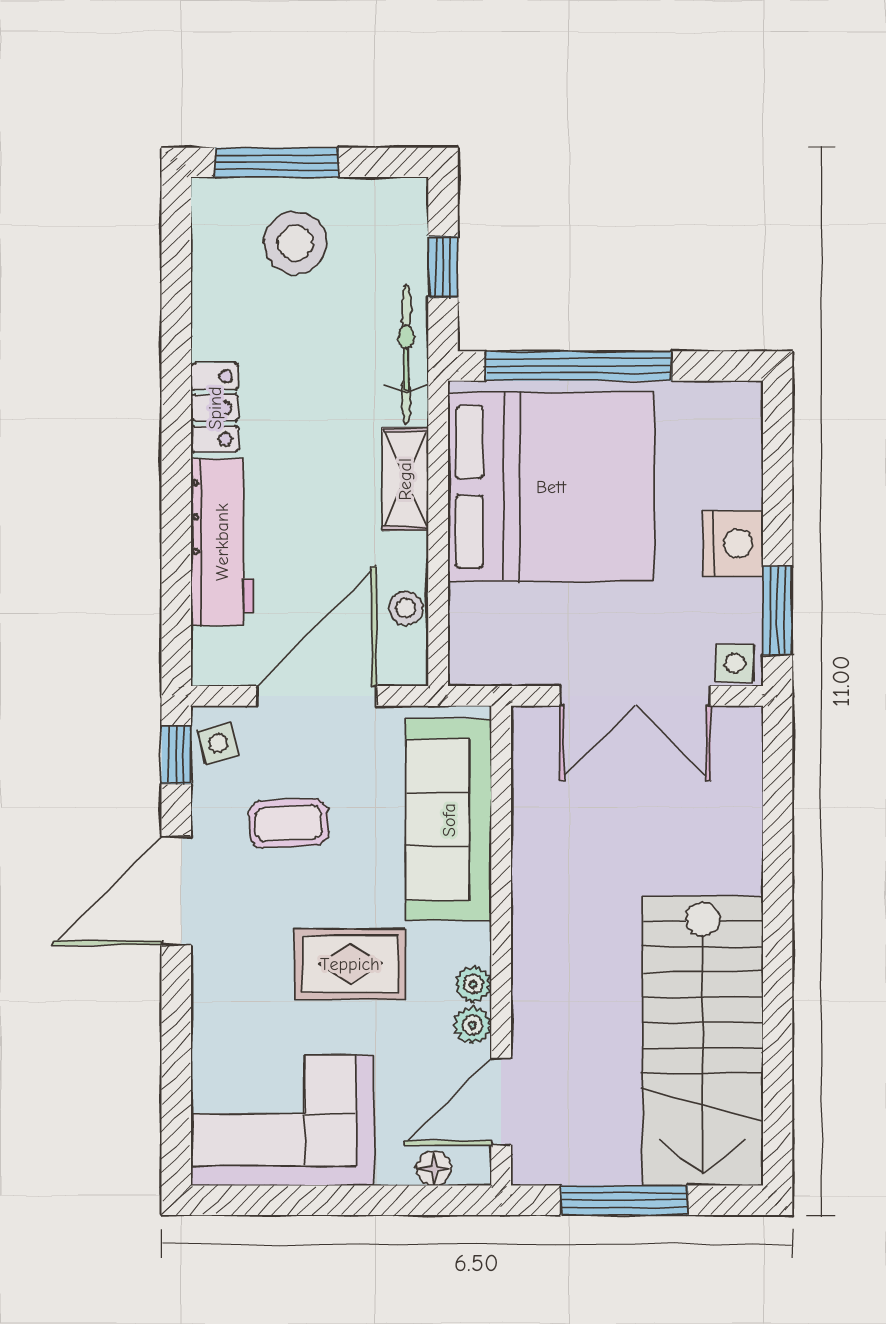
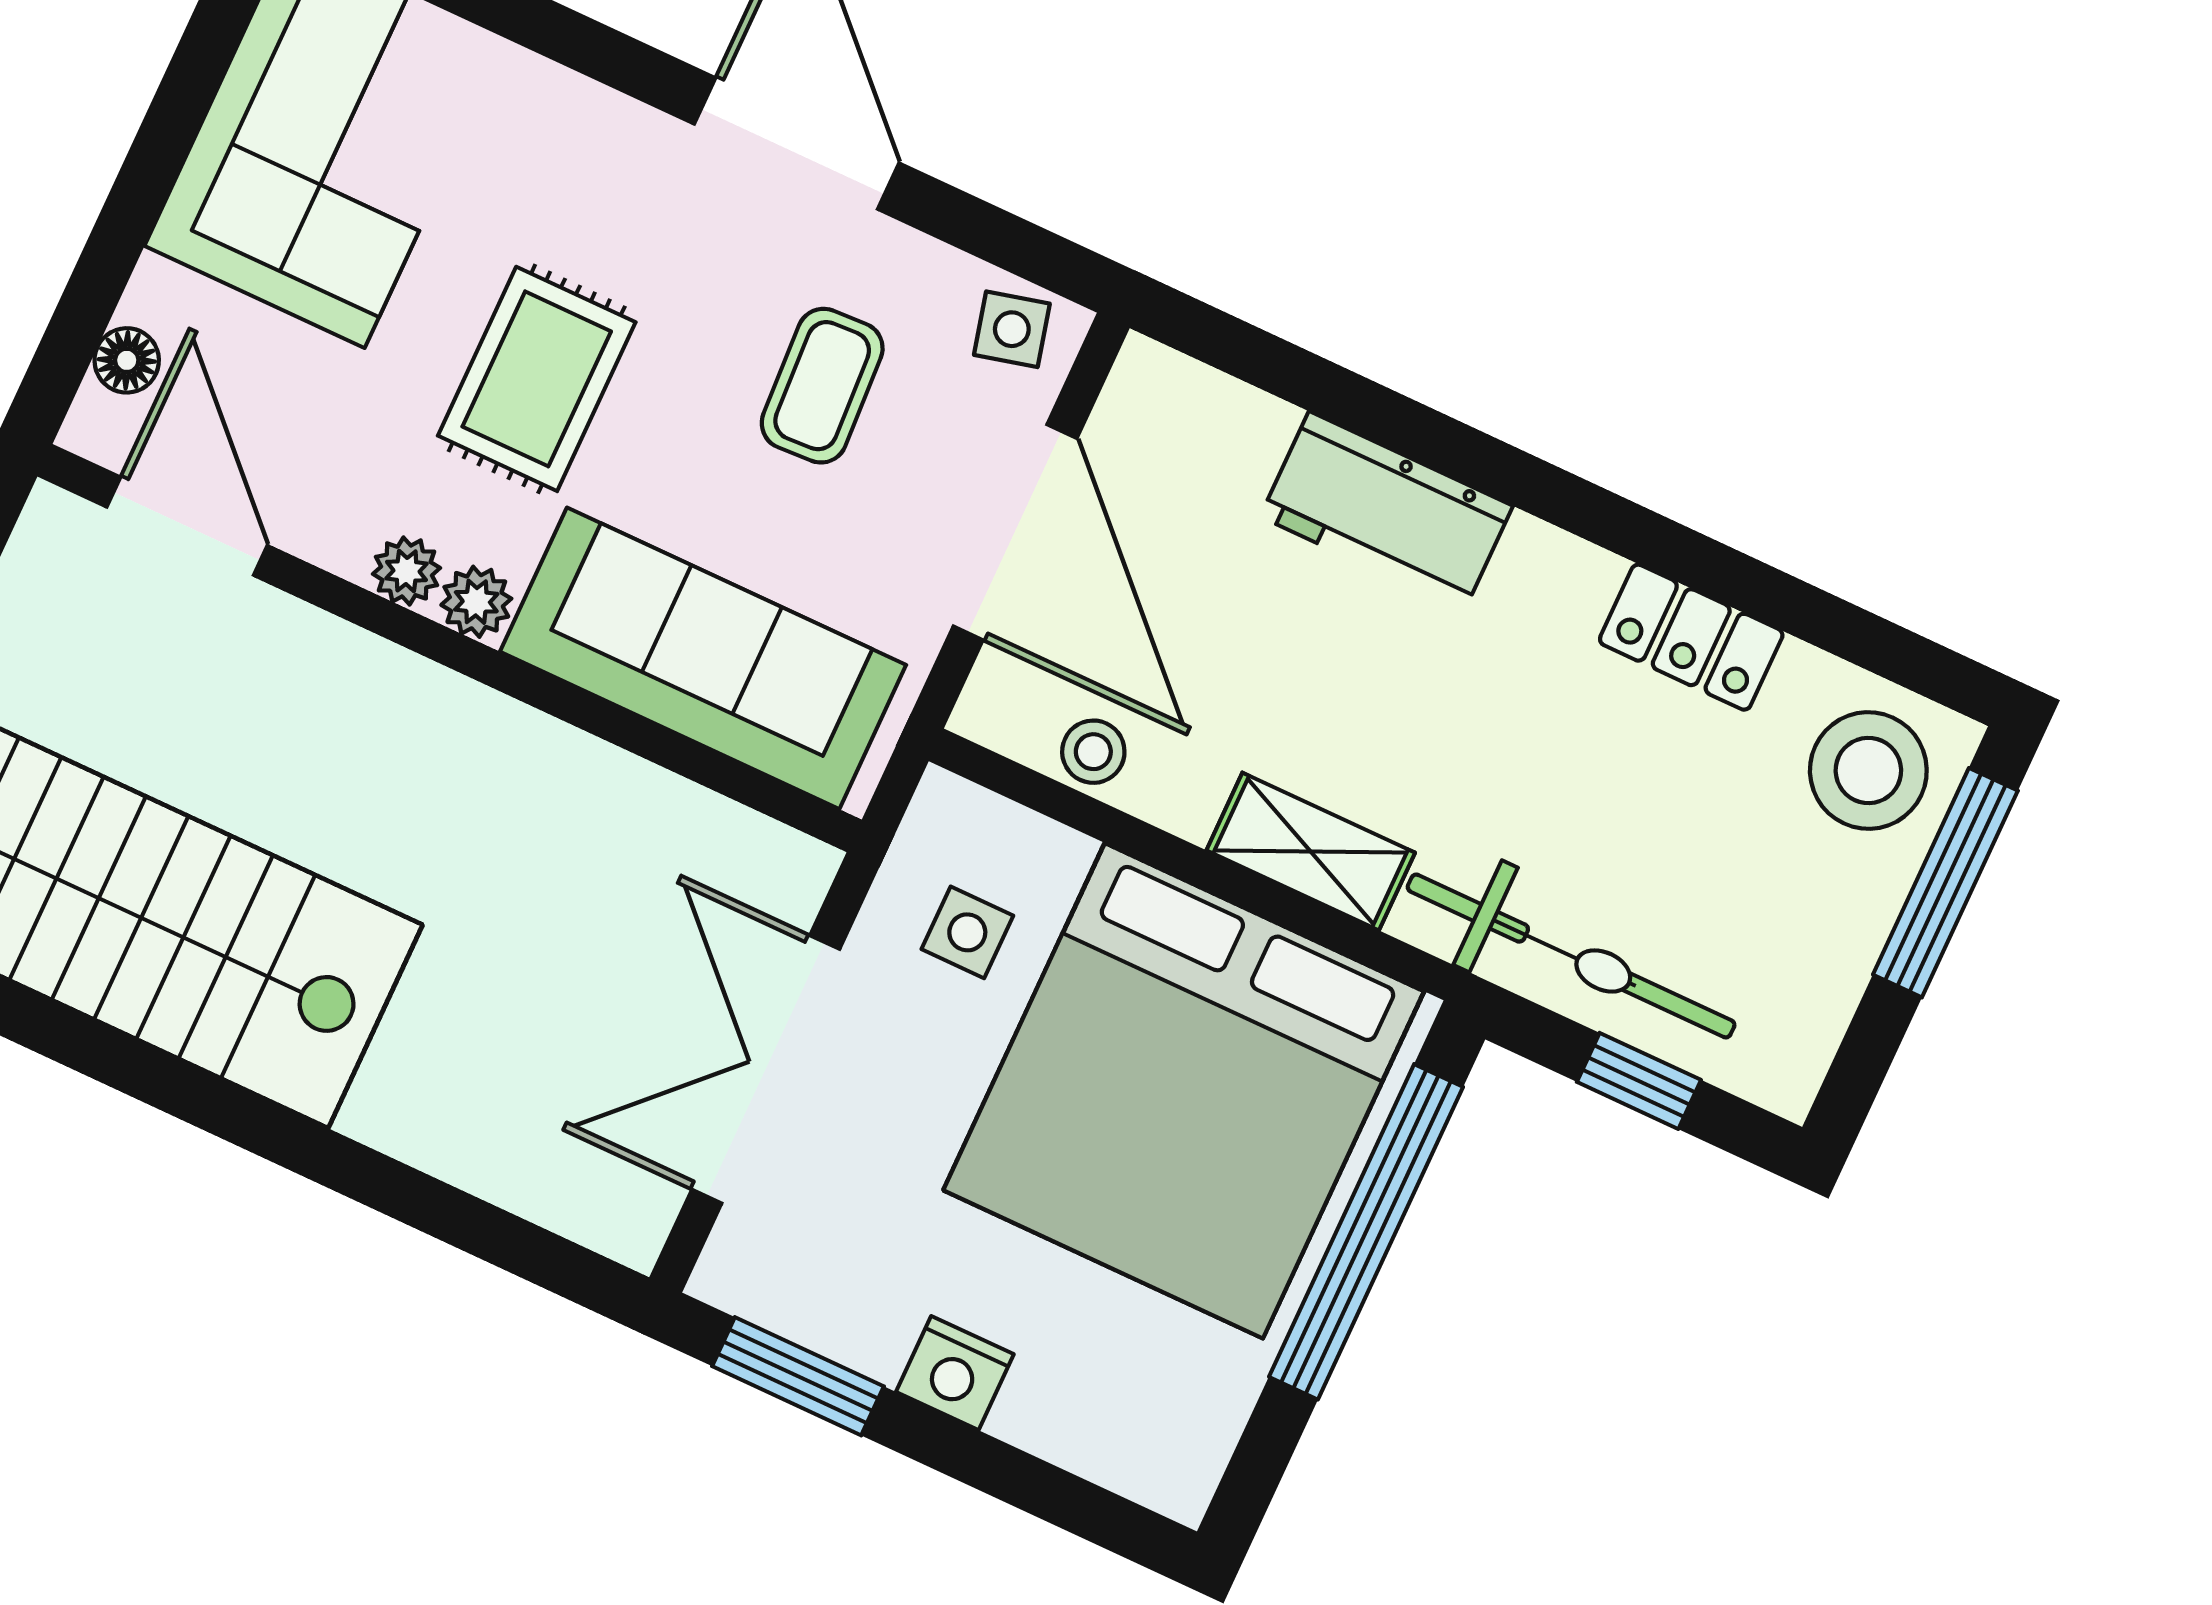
stool: (295, 243) -> (1868, 770), moved
bicycle: (406, 354) -> (1571, 956), width x1.37, depth x1.40
locker: (215, 408) -> (1691, 637), moved
workbench: (222, 542) -> (1386, 511), width x0.73
nightstand: (733, 544) -> (955, 1373), width x0.74, depth x0.75
side table: (735, 663) -> (967, 932), moved
window: (176, 755) -> (1025, 250), removed
plant: (473, 1025) -> (476, 602), moved

